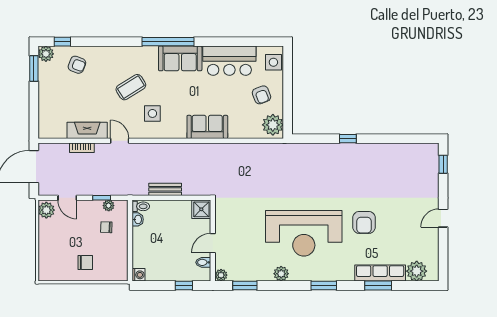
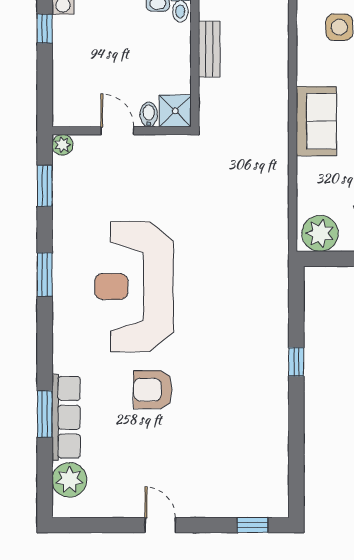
bidet: (203, 262) -> (149, 114), moved
plant: (281, 274) -> (65, 248), removed
window: (184, 285) -> (45, 29), moved
window: (324, 285) -> (45, 275), moved

